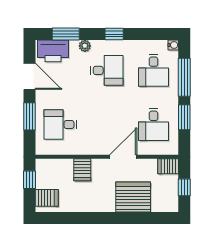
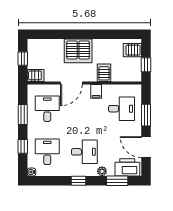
desk: (107, 70) -> (84, 152), turned 180
window: (184, 77) -> (23, 146), width x0.46
filing cabinet: (92, 146) -> (96, 91), added
server rack: (133, 197) -> (78, 51), moved

